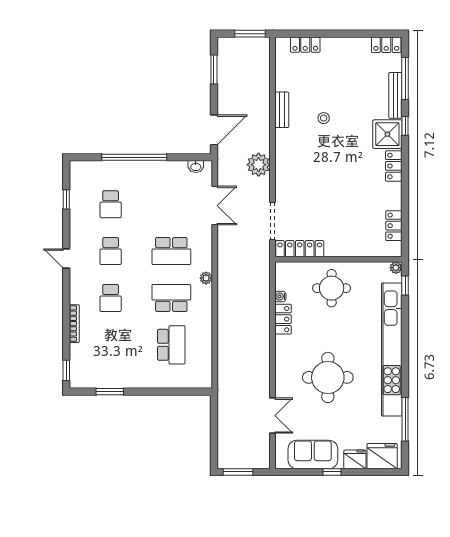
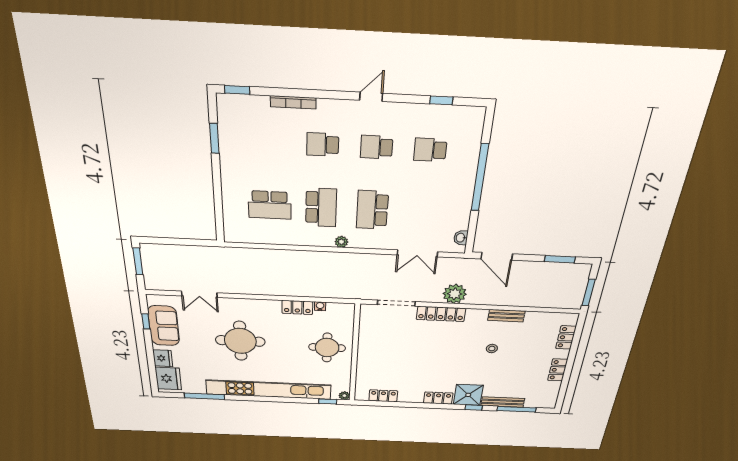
locker: (386, 45) -> (558, 370), moved
locker: (300, 249) -> (441, 314), moved, turned 90
window: (332, 472) -> (146, 321), moved

